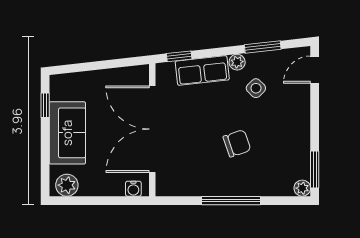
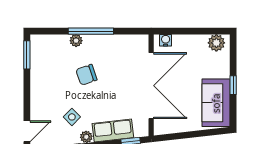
window: (45, 105) -> (233, 85), moved
sofa: (67, 133) -> (216, 103), moved
plant: (302, 188) -> (76, 41), moved

